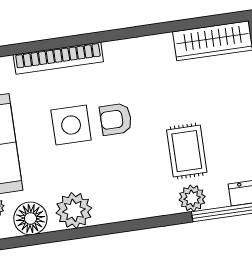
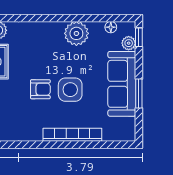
floor lamp: (30, 218) -> (111, 27), width x0.53, depth x0.53

